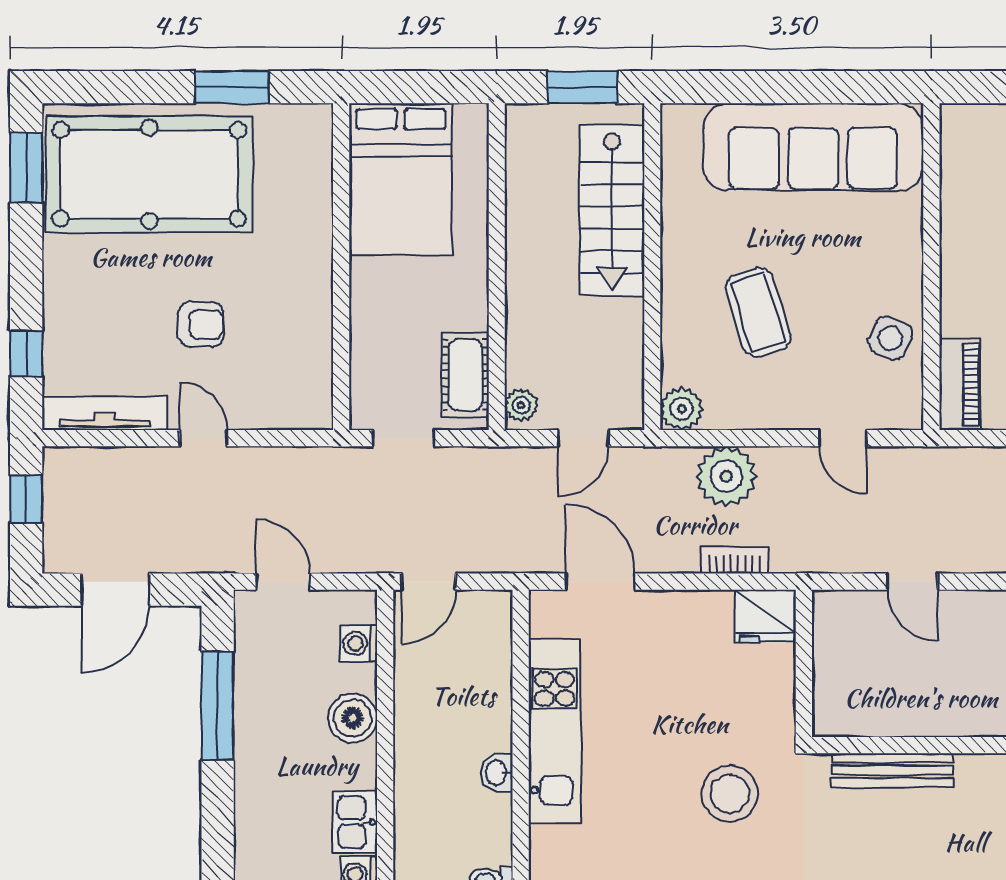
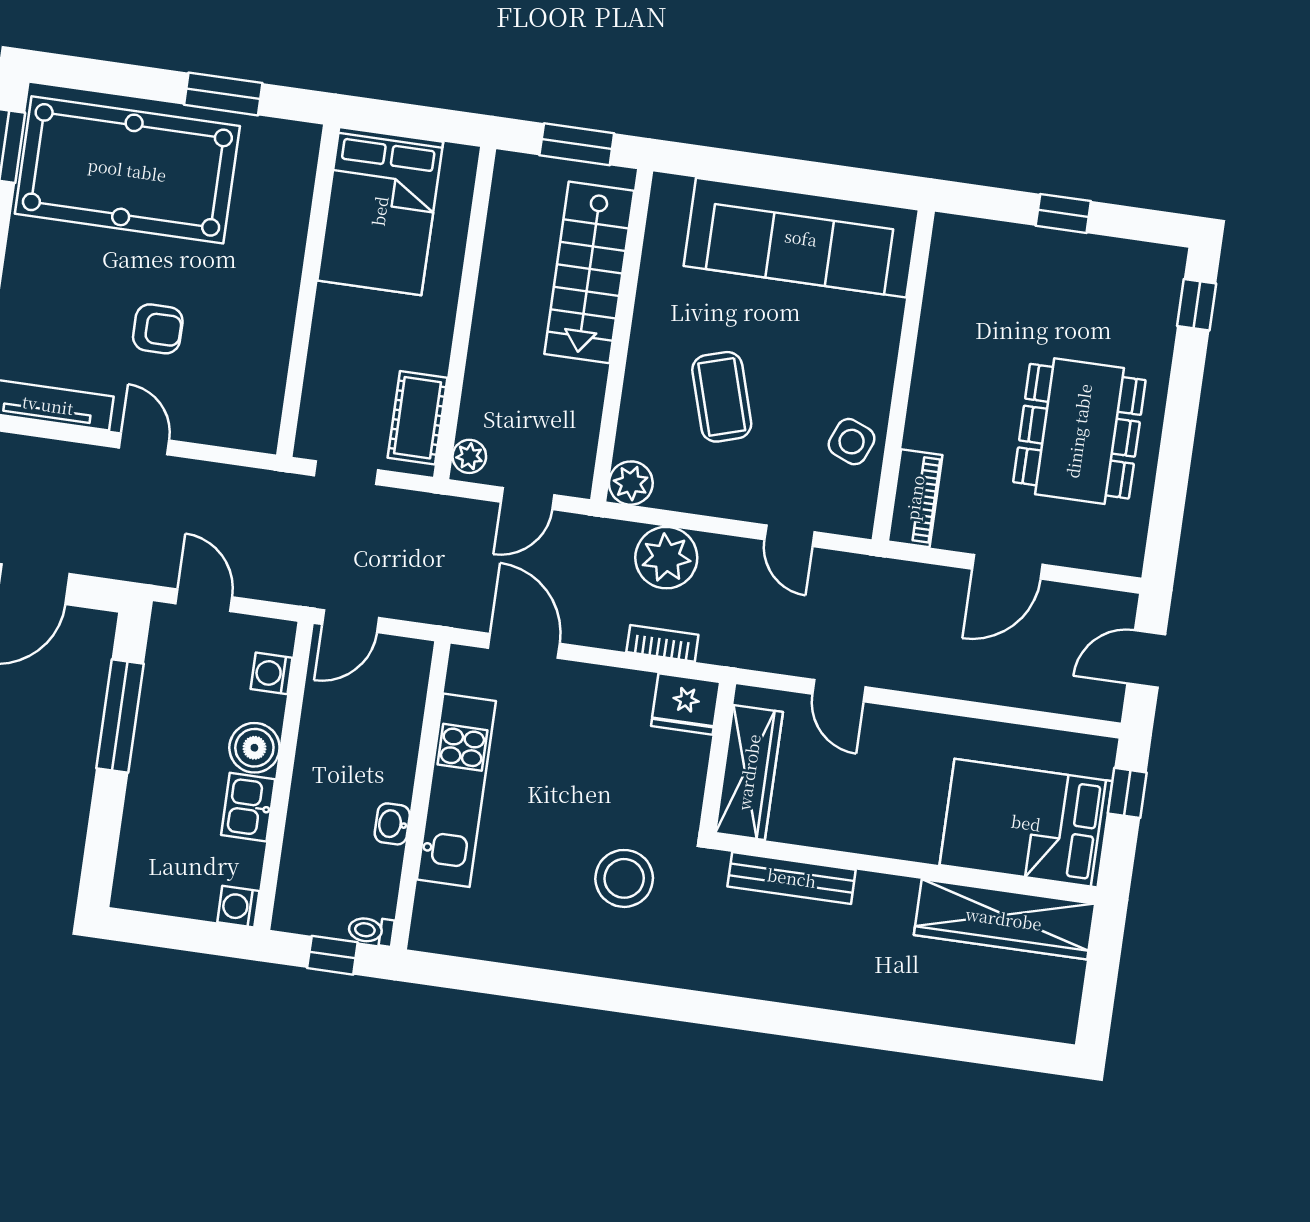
wardrobe: (836, 674) -> (749, 772), added
kitchen sink: (355, 822) -> (248, 807), moved

